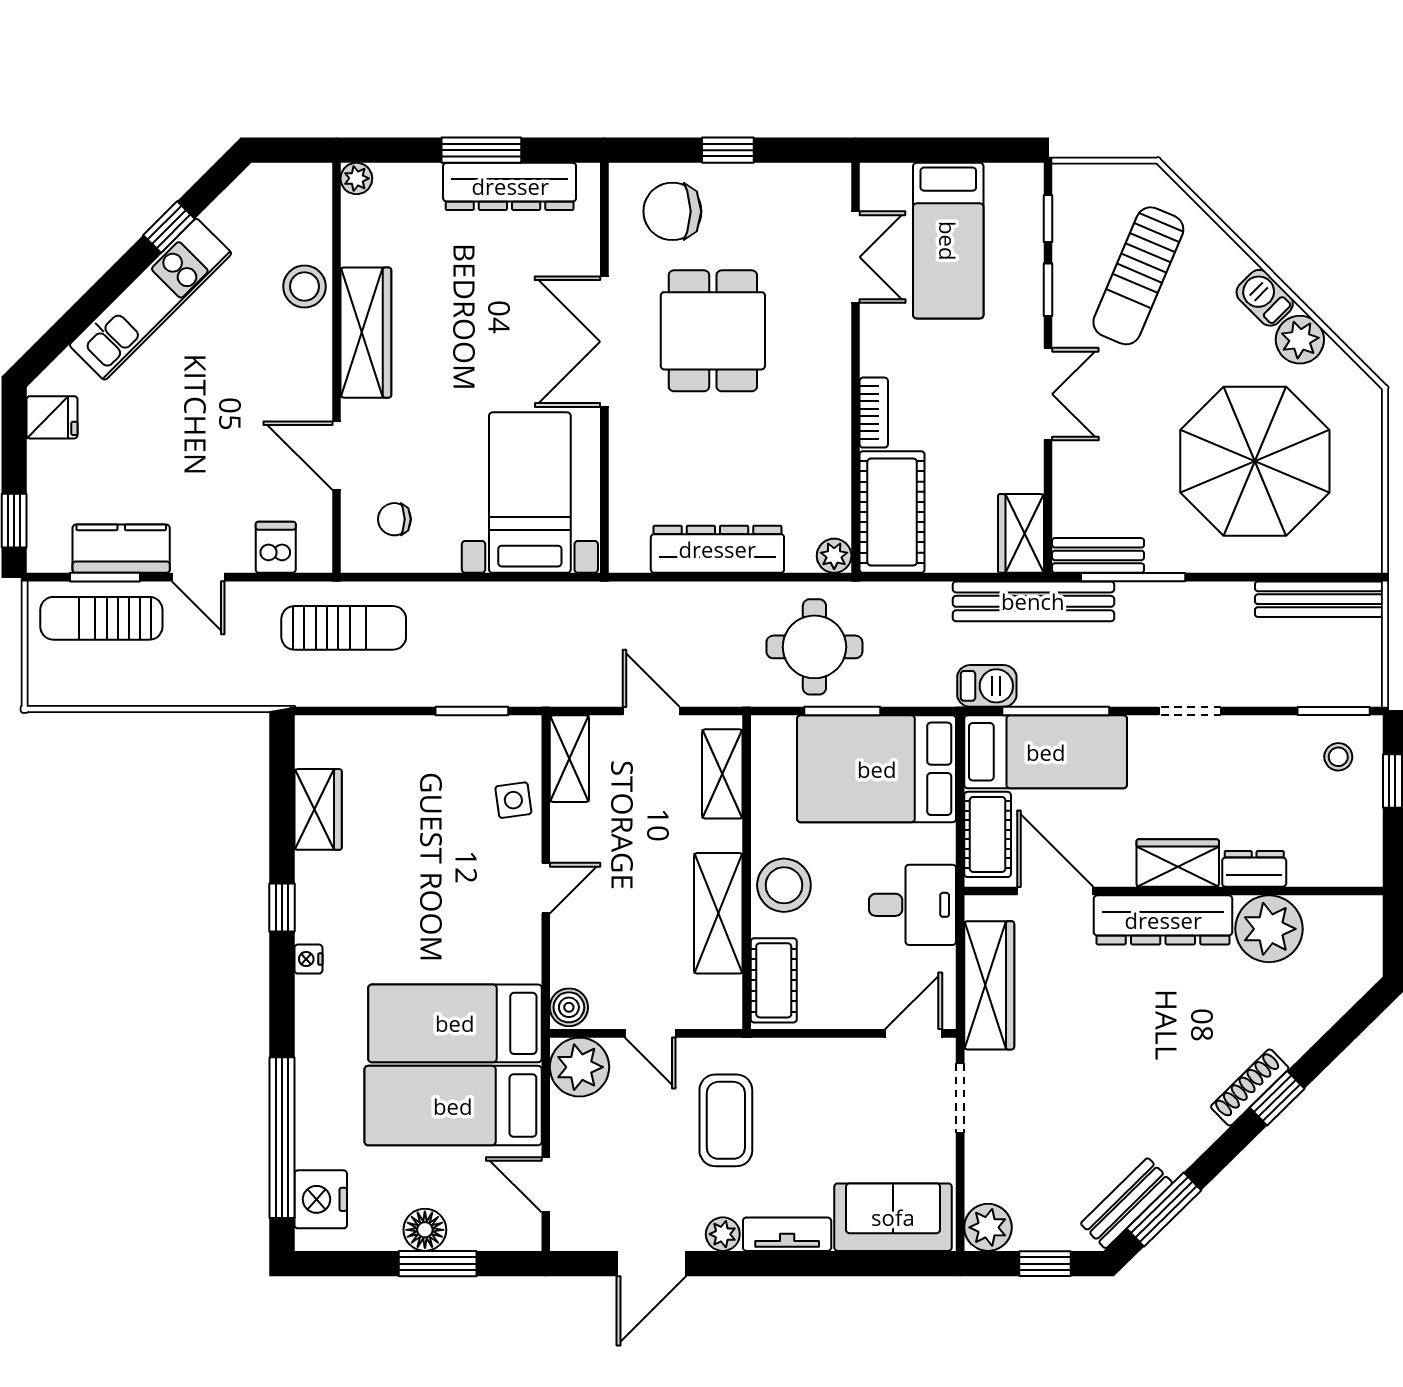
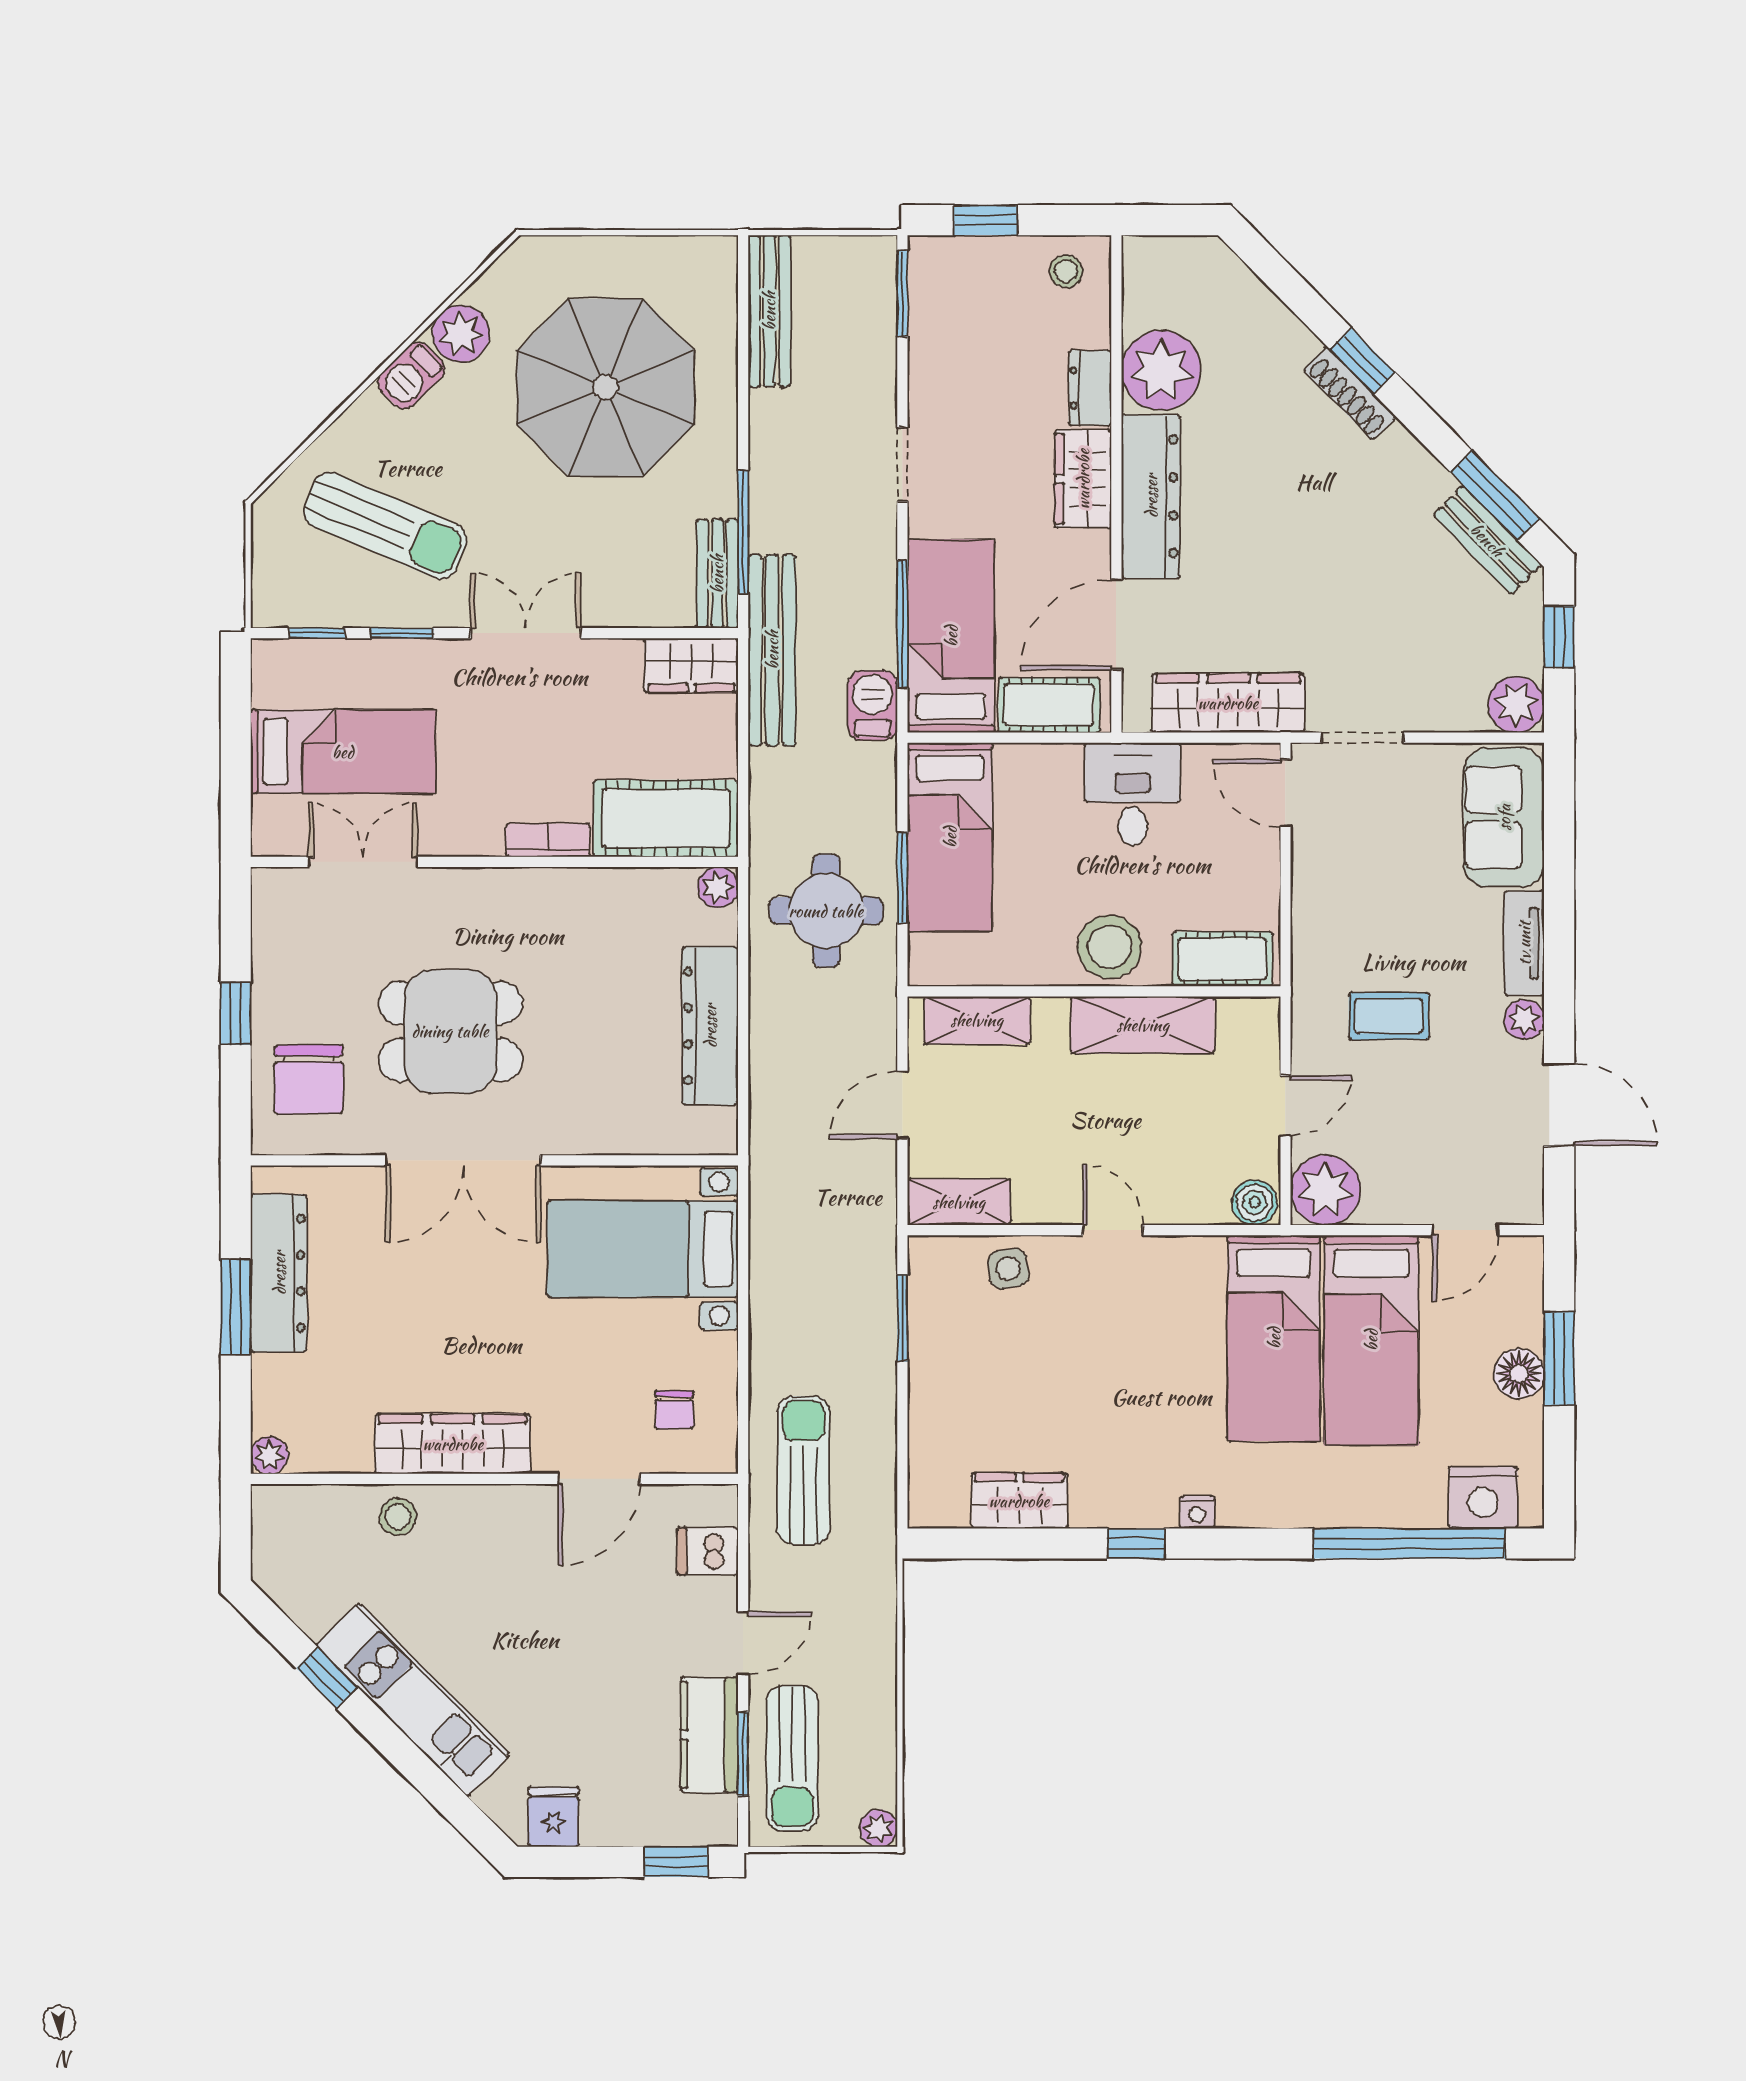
stool: (304, 286) -> (398, 1517), width x0.73, depth x0.73
plant: (43, 691) -> (879, 1828), added
stool: (1338, 757) -> (1066, 271), moved
bed: (877, 769) -> (950, 837), width x0.67
coffee table: (726, 1120) -> (1389, 1016), width x0.73, depth x0.77

